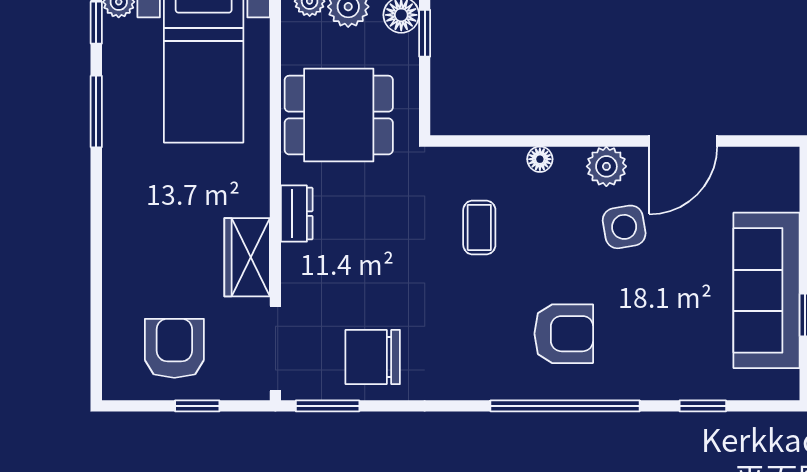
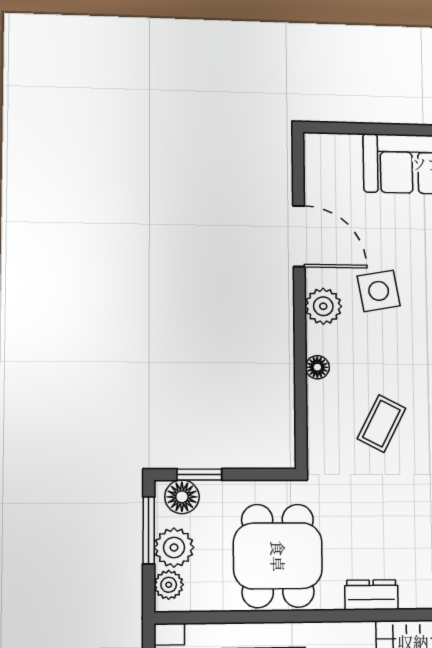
coffee table: (479, 227) -> (381, 424), turned -63

